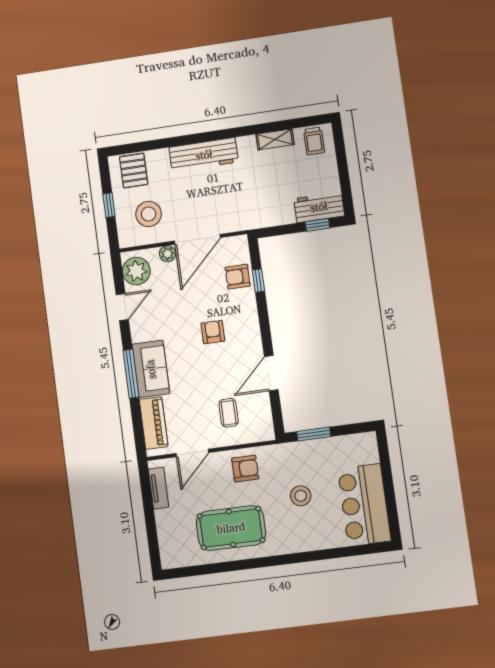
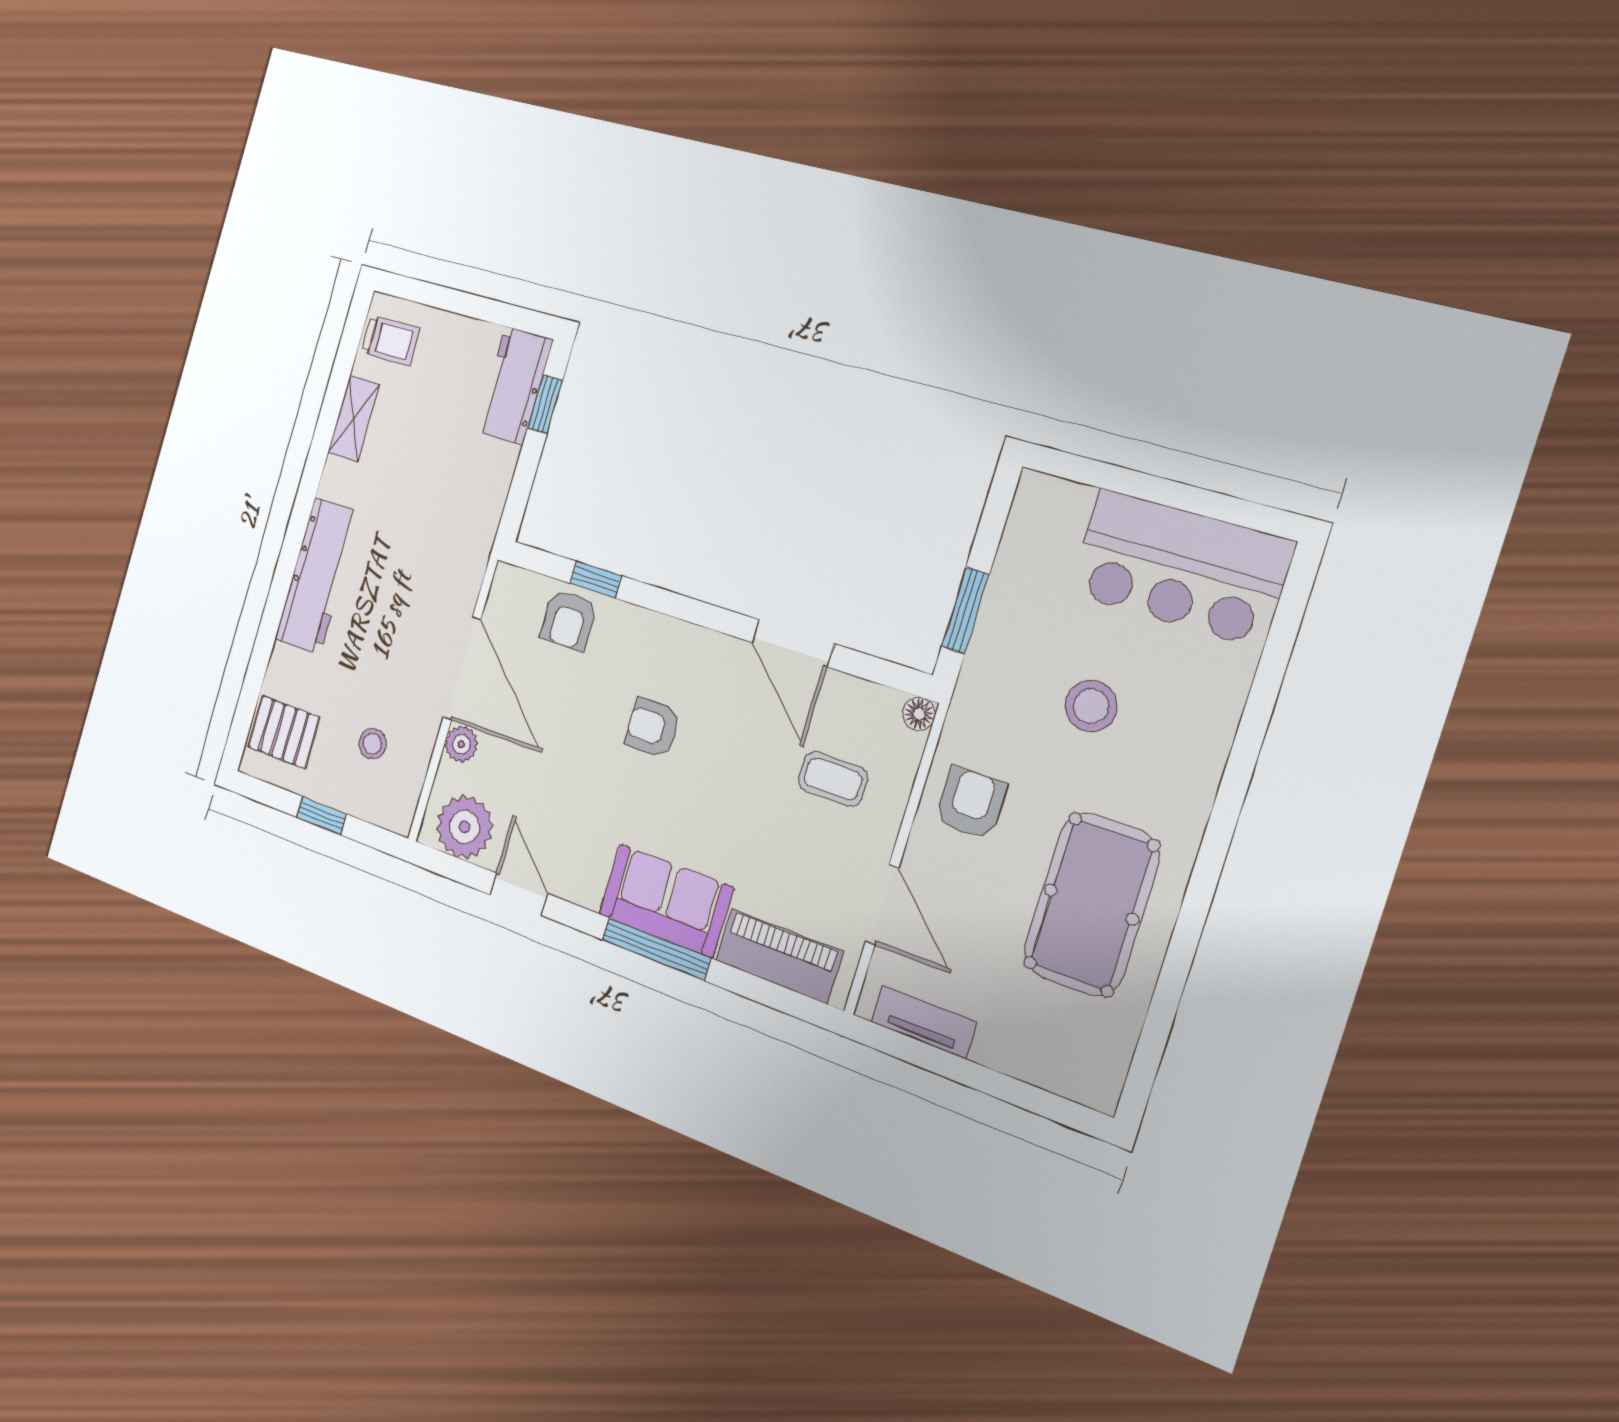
stool: (149, 214) -> (372, 744), width x0.53, depth x0.53
floor lamp: (268, 434) -> (919, 714), added

